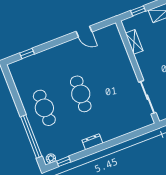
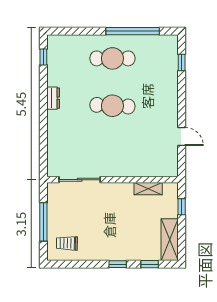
door: (84, 32) -> (182, 136), swing flipped
window: (31, 137) -> (133, 31), moved
plant: (51, 158) -> (52, 44), removed

